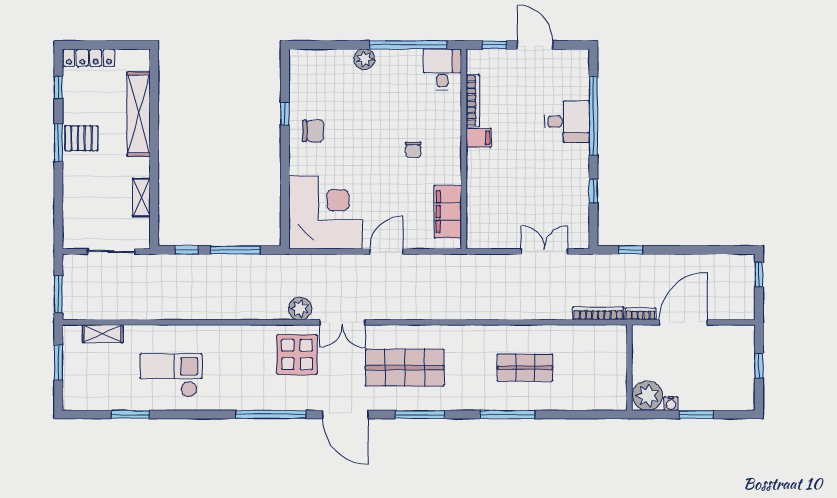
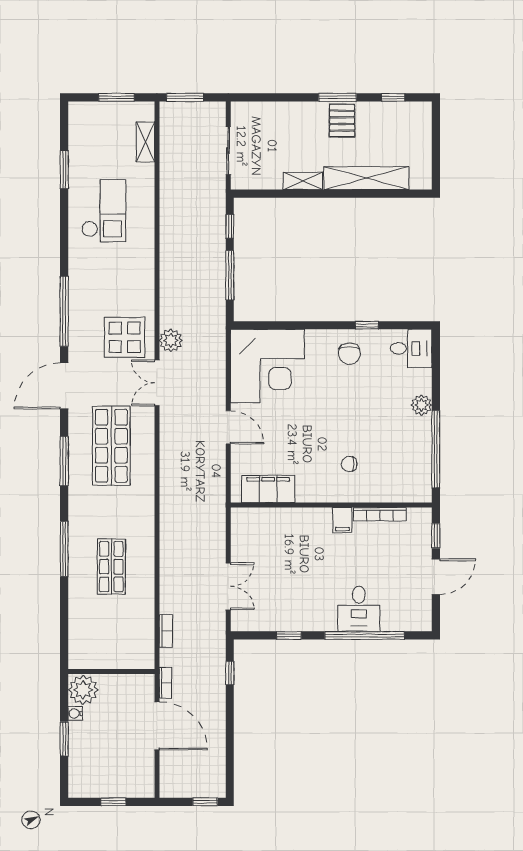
locker: (89, 58) -> (423, 128), removed
desk: (442, 69) -> (411, 348), moved
chair: (413, 150) -> (349, 464), moved
shelving: (141, 198) -> (303, 181), moved
bookcase: (598, 313) -> (166, 631), width x0.64

